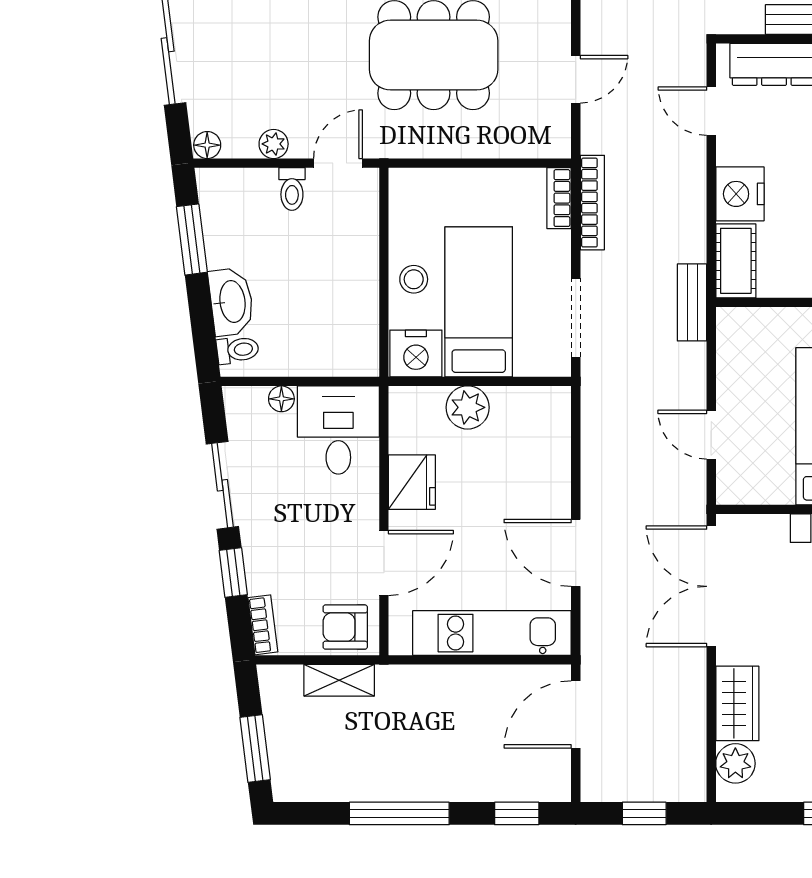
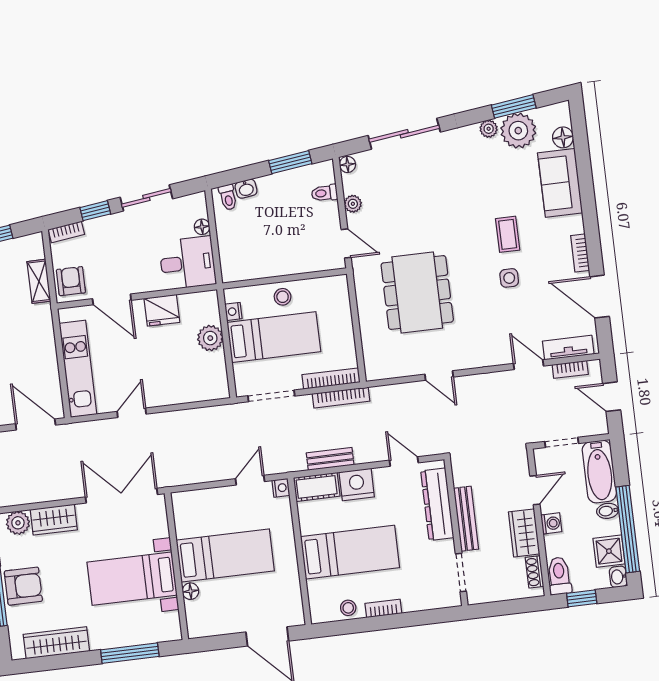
door: (576, 79) -> (439, 376), moved
door: (711, 111) -> (404, 462), hinge flipped
toilet: (292, 189) -> (324, 193), moved
bookcase: (559, 198) -> (331, 379), width x1.56
washbasin: (231, 302) -> (246, 189), width x0.52, depth x0.69
bench: (692, 302) -> (330, 459), moved
nightstand: (730, 320) -> (281, 488), added
nightstand: (416, 353) -> (233, 311), width x0.53, depth x0.56
door: (711, 435) -> (250, 480), moved
door: (576, 553) -> (132, 413), width x0.73

